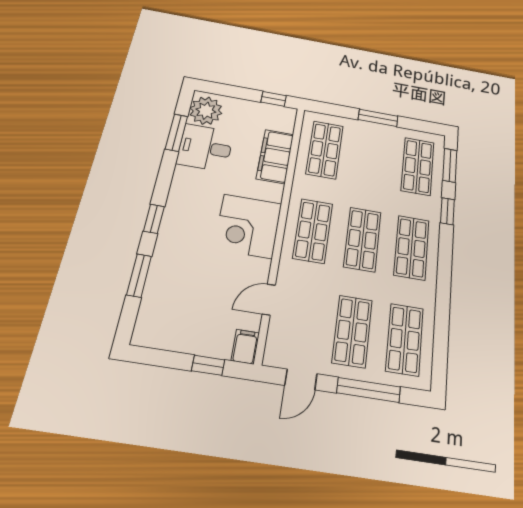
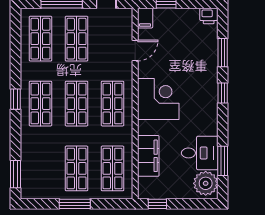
shop shelf: (418, 166) -> (77, 168), moved
window: (447, 211) -> (15, 99), moved
printer: (146, 335) -> (209, 16), added

